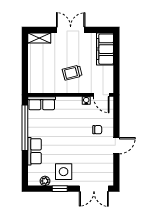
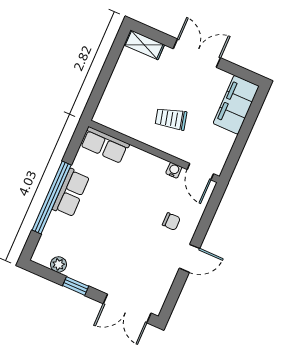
window: (25, 128) -> (52, 197), moved
row of seats: (35, 151) -> (71, 193), moved
side table: (64, 172) -> (93, 263), removed

